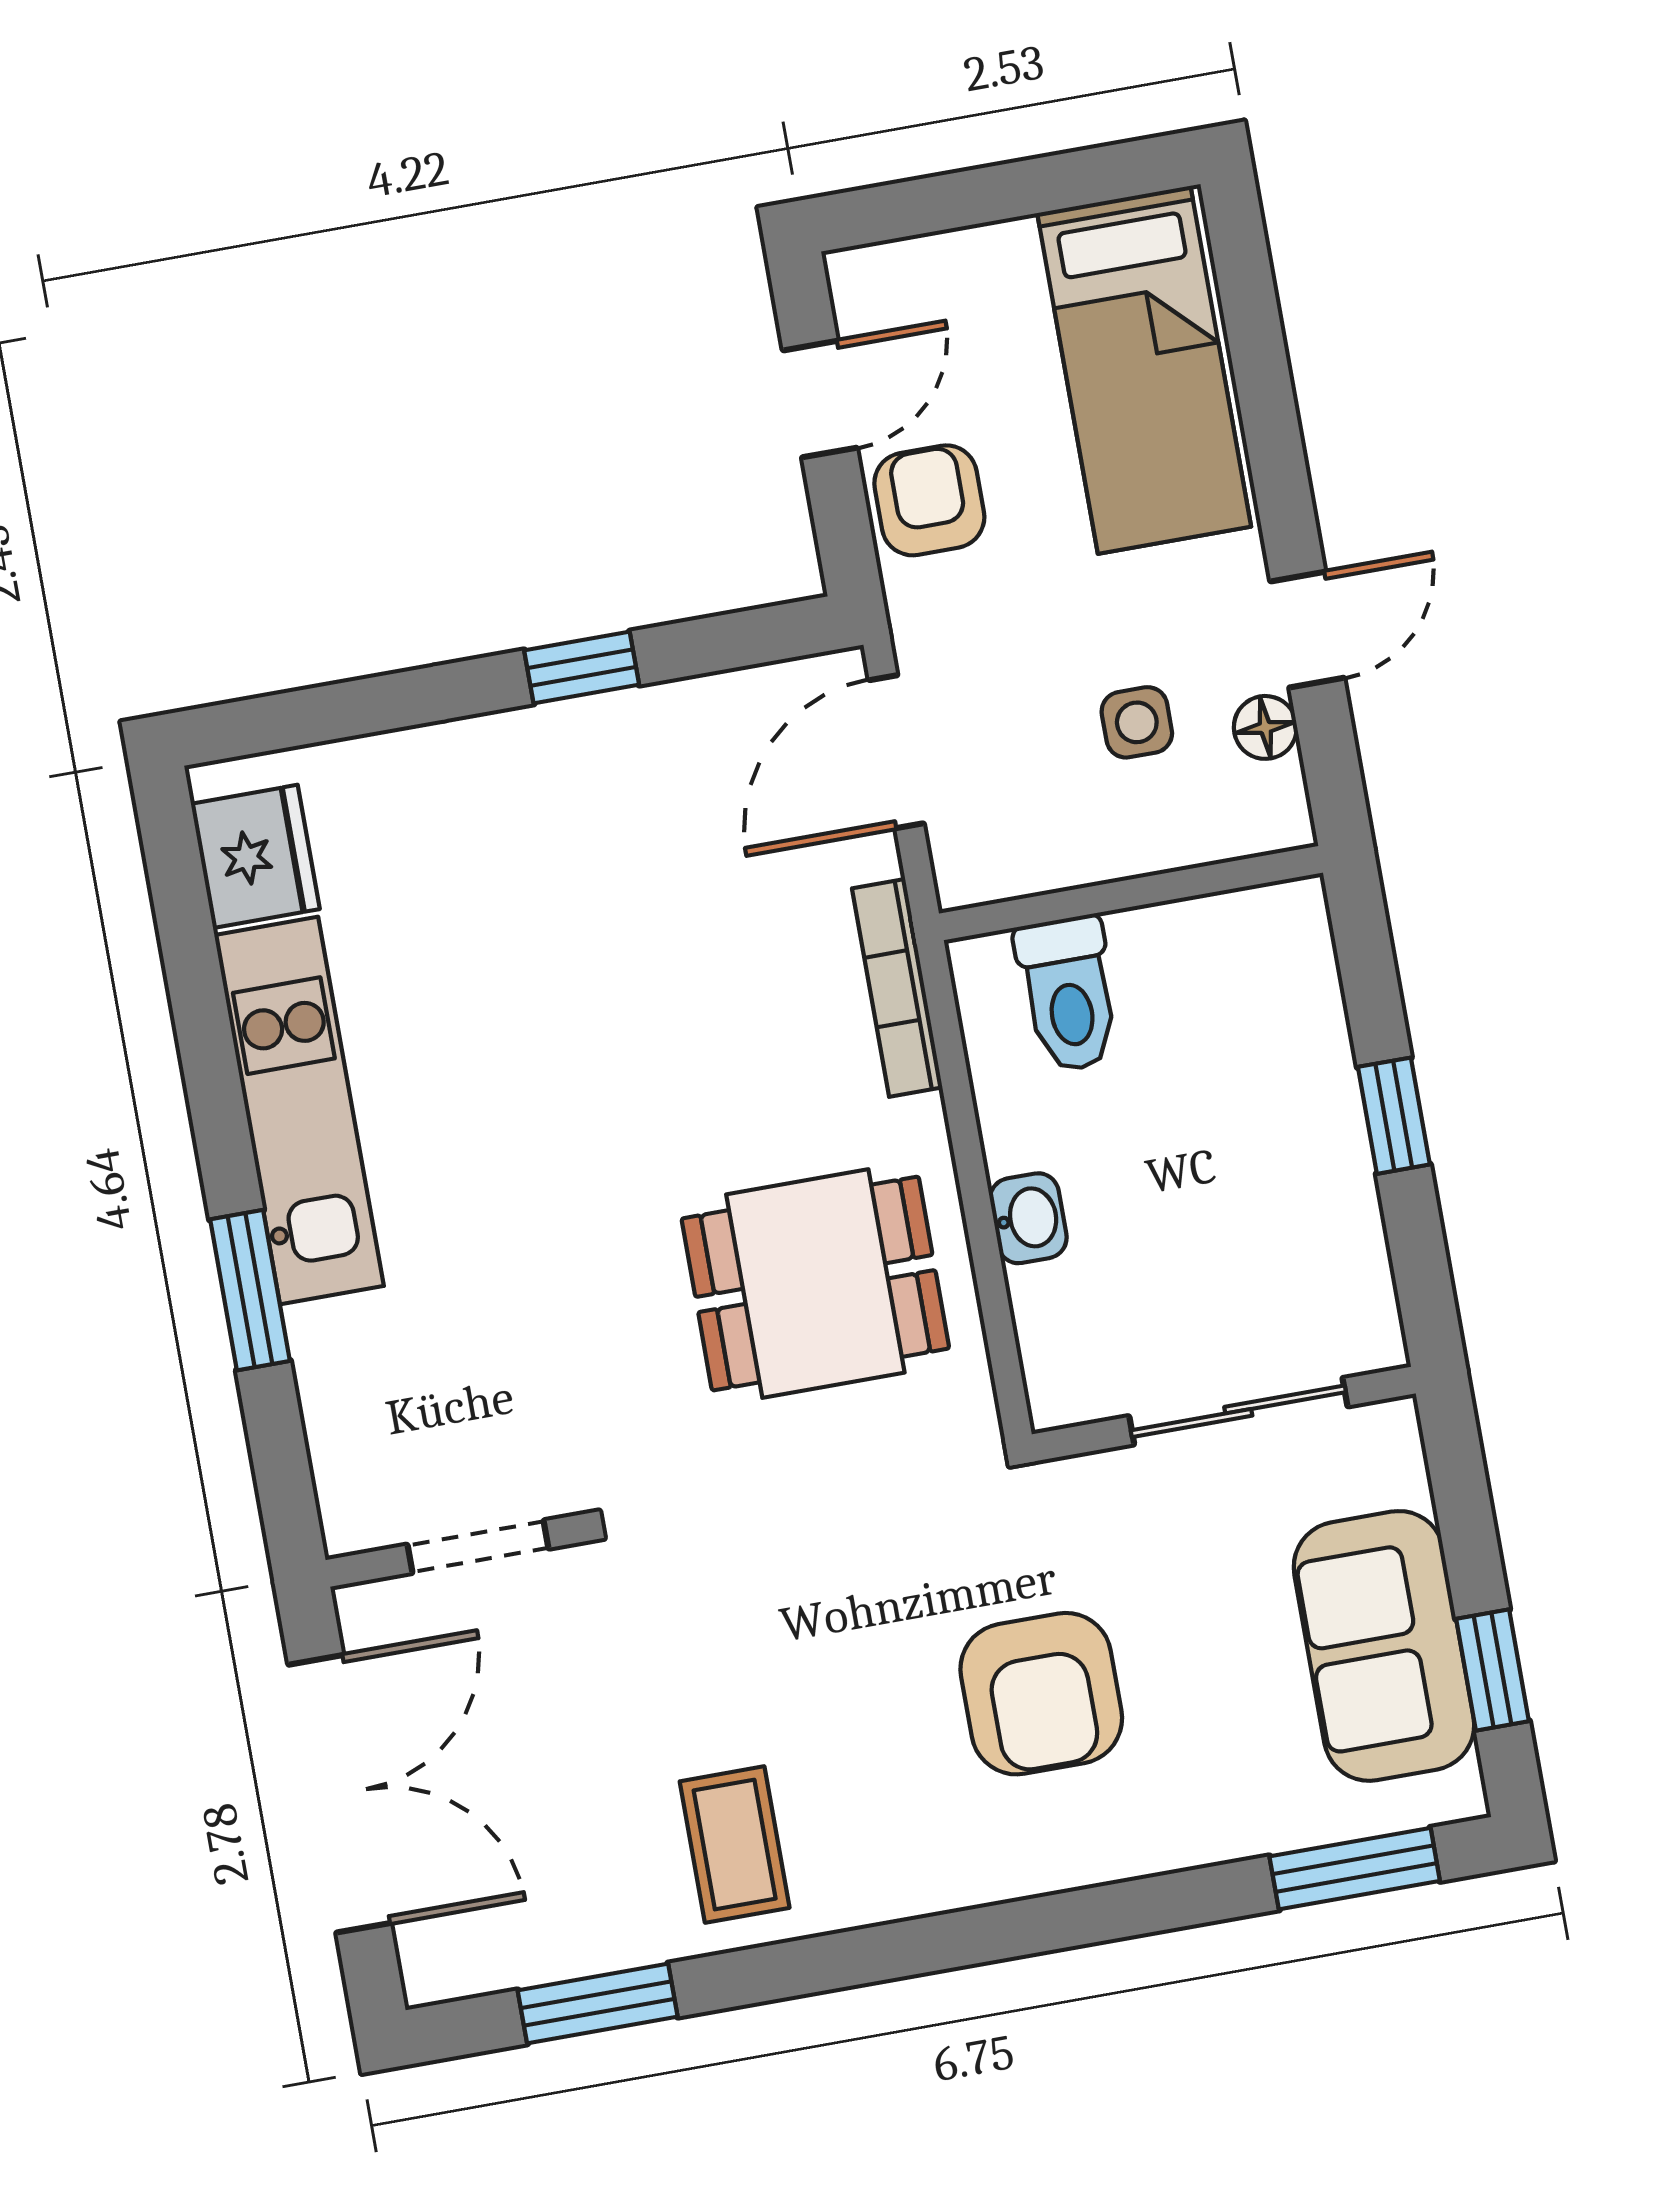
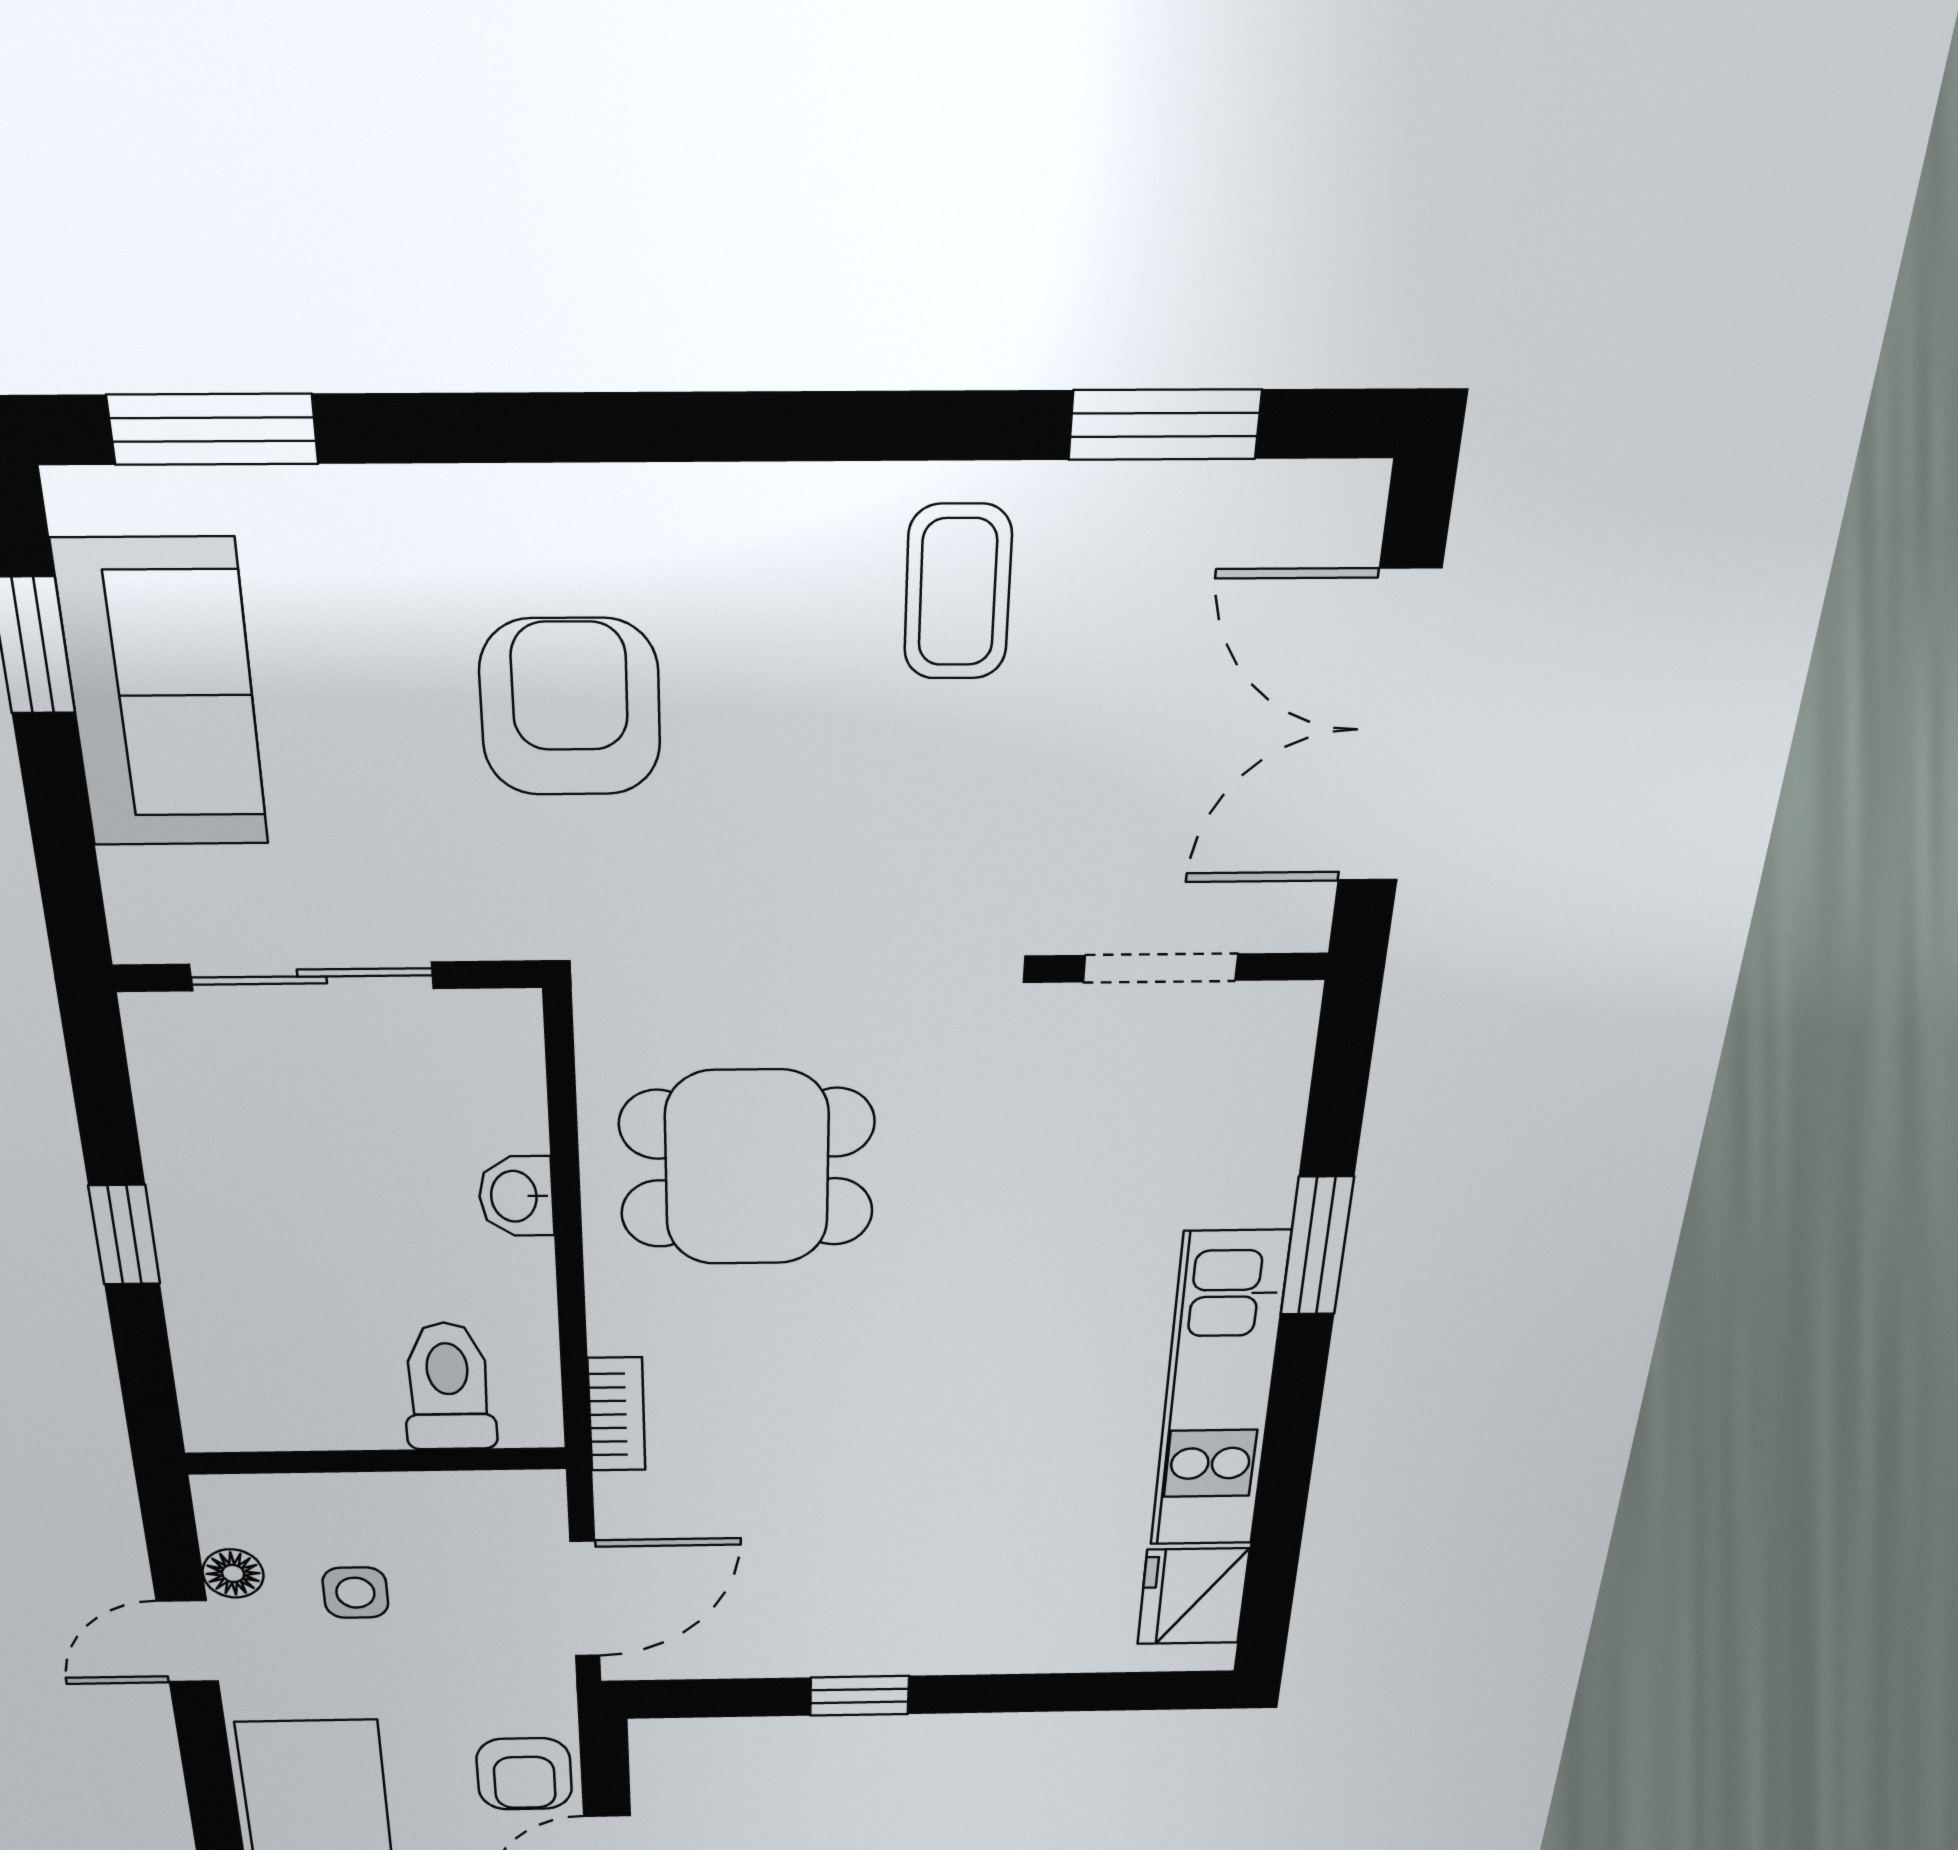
bookcase: (897, 988) -> (617, 1414), width x0.64

